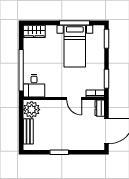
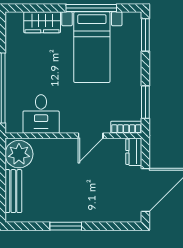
wardrobe: (34, 31) -> (42, 22), moved
desk: (34, 86) -> (41, 114), moved
door: (74, 99) -> (91, 136), hinge flipped

